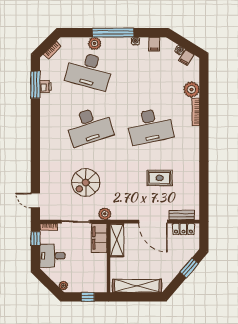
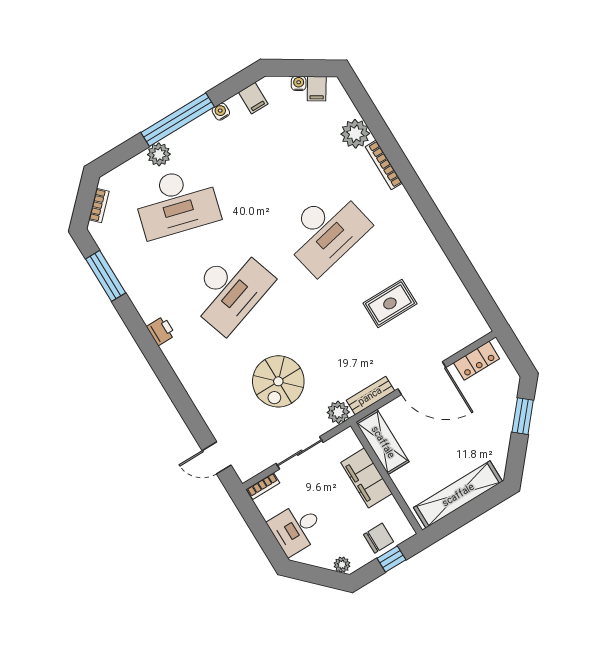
printer: (46, 86) -> (161, 331), moved
bench: (182, 215) -> (370, 396), moved
filing cabinet: (99, 238) -> (366, 478), moved
window: (35, 239) -> (253, 518), removed
chair: (88, 284) -> (379, 538), added

